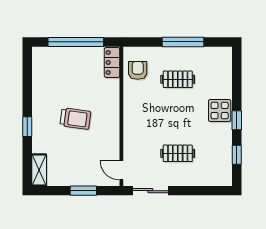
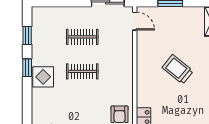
clothes rail: (178, 79) -> (82, 71), moved
trolley: (75, 119) -> (178, 69), turned 31

